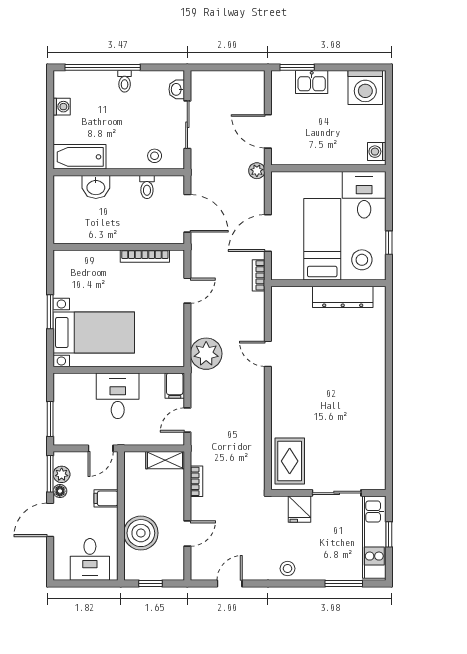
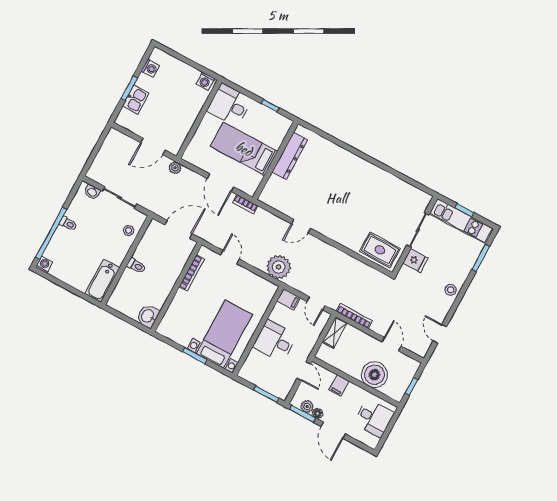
window: (297, 67) -> (129, 88), moved
washing machine: (365, 87) -> (150, 68), width x0.53, depth x0.53
washing machine: (62, 107) -> (44, 265), moved
washbasin: (96, 187) -> (148, 316), moved, turned 180
toilet: (147, 187) -> (136, 266), moved
stool: (362, 260) -> (272, 130), removed
bookcase: (196, 481) -> (354, 316), width x1.56

